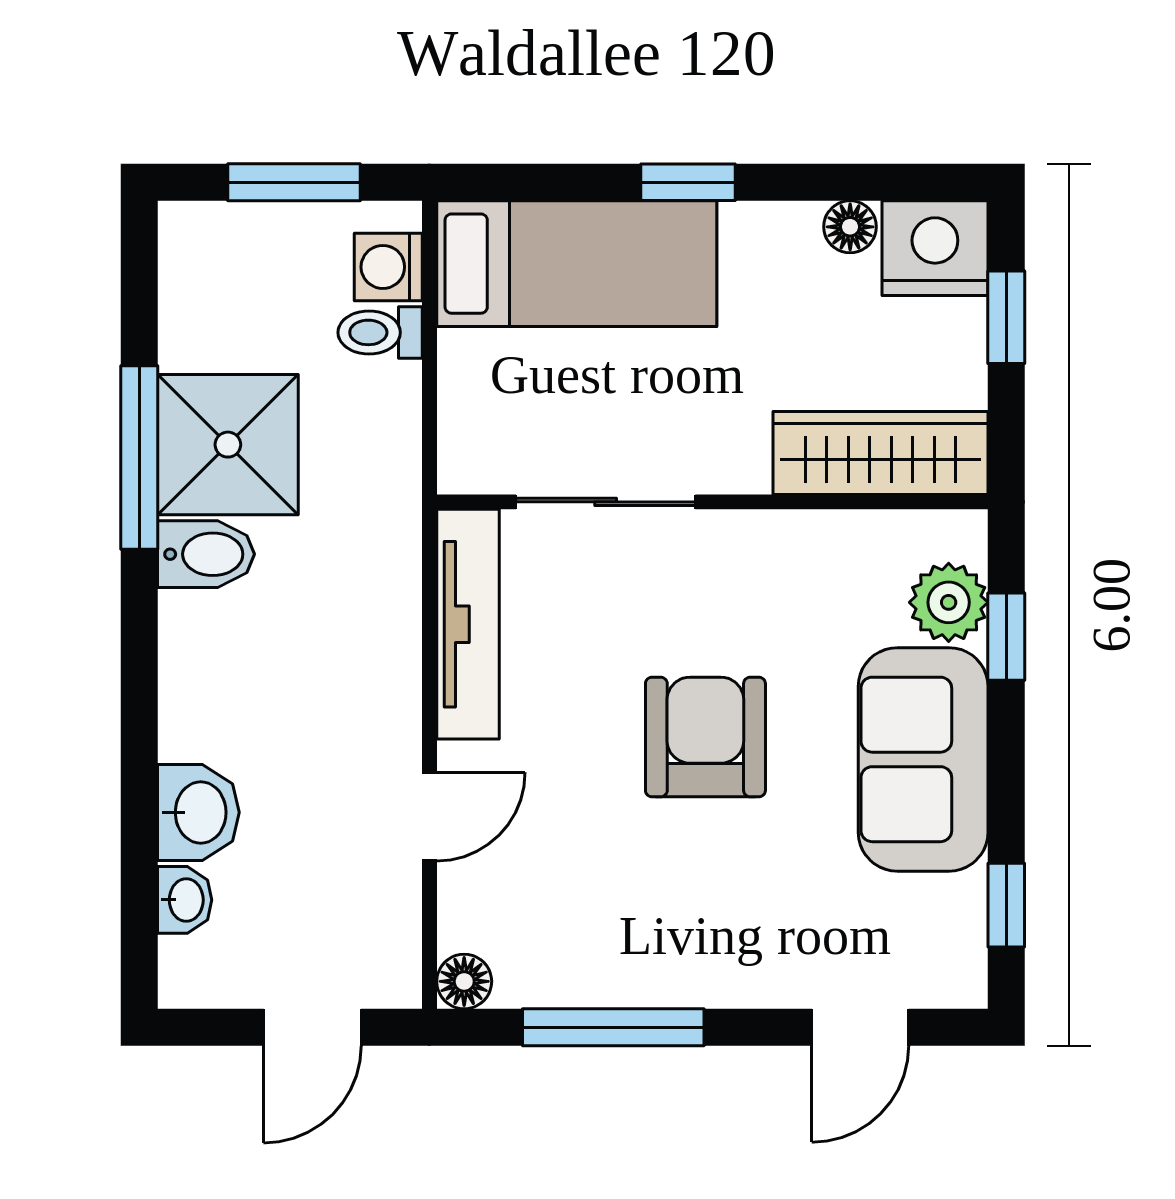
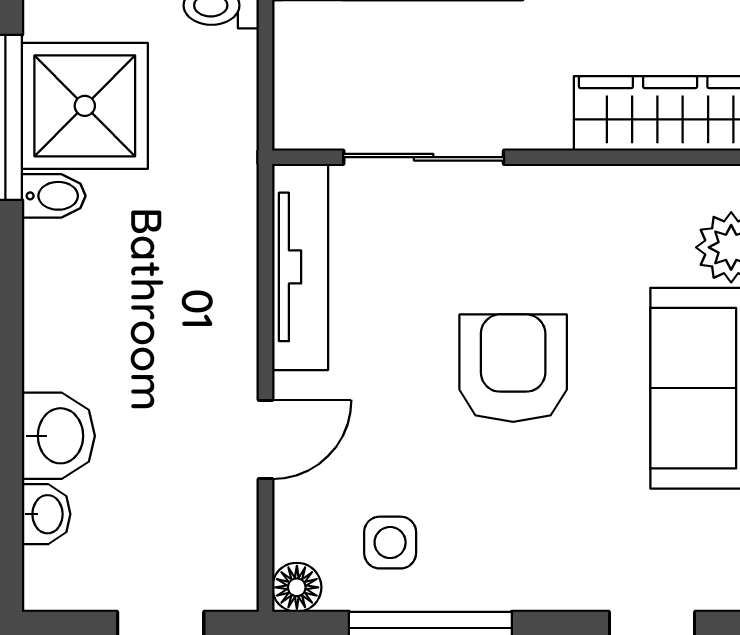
bidet: (206, 554) -> (54, 196), width x0.72, depth x0.74
side table: (568, 932) -> (390, 543), added

